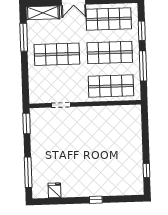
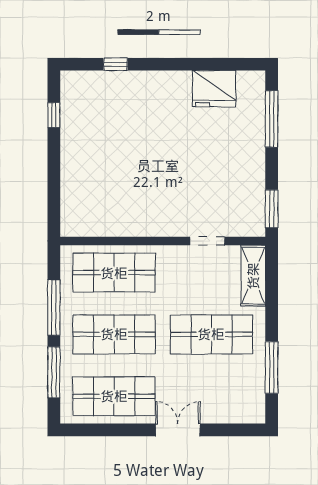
shelving: (43, 13) -> (253, 276), moved, turned 90
window: (142, 31) -> (54, 372), width x1.44
fridge: (55, 190) -> (214, 89), width x1.88, depth x1.34
window: (96, 200) -> (116, 64), moved

